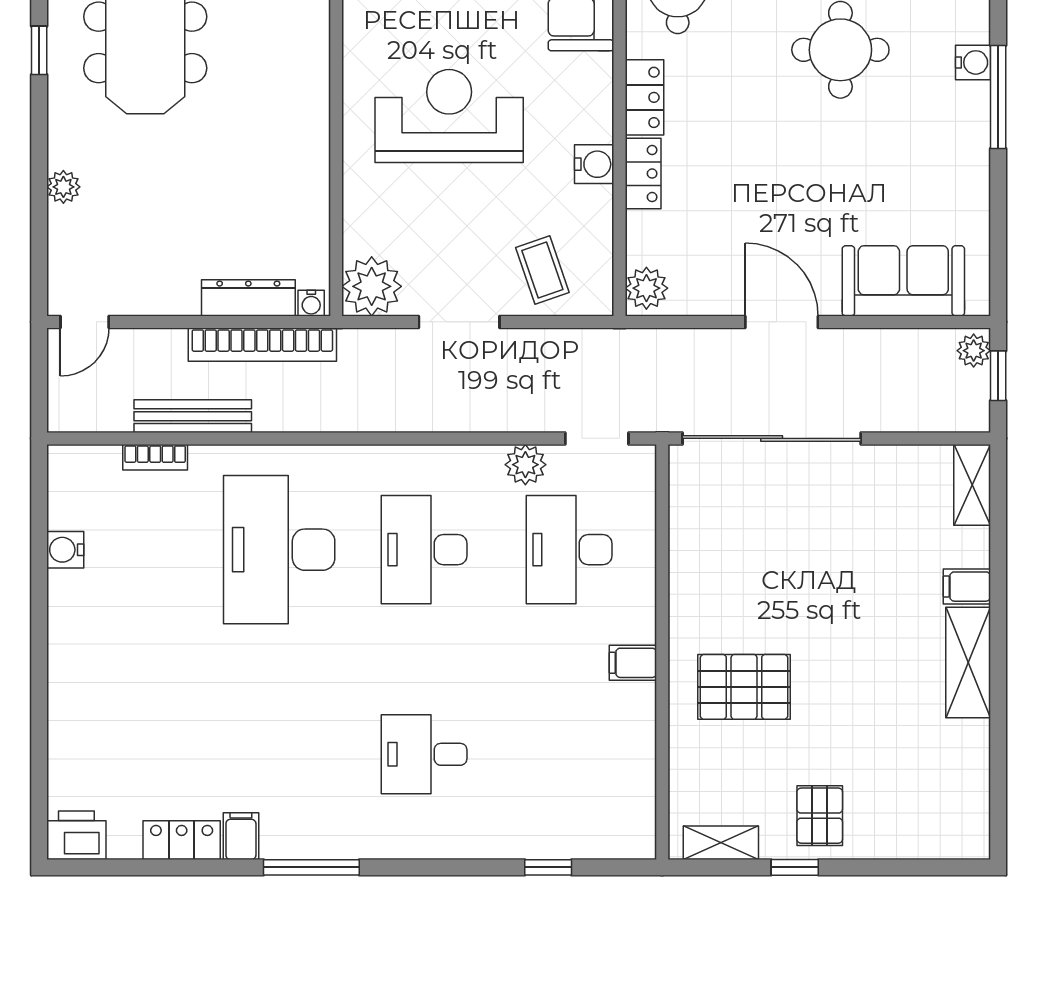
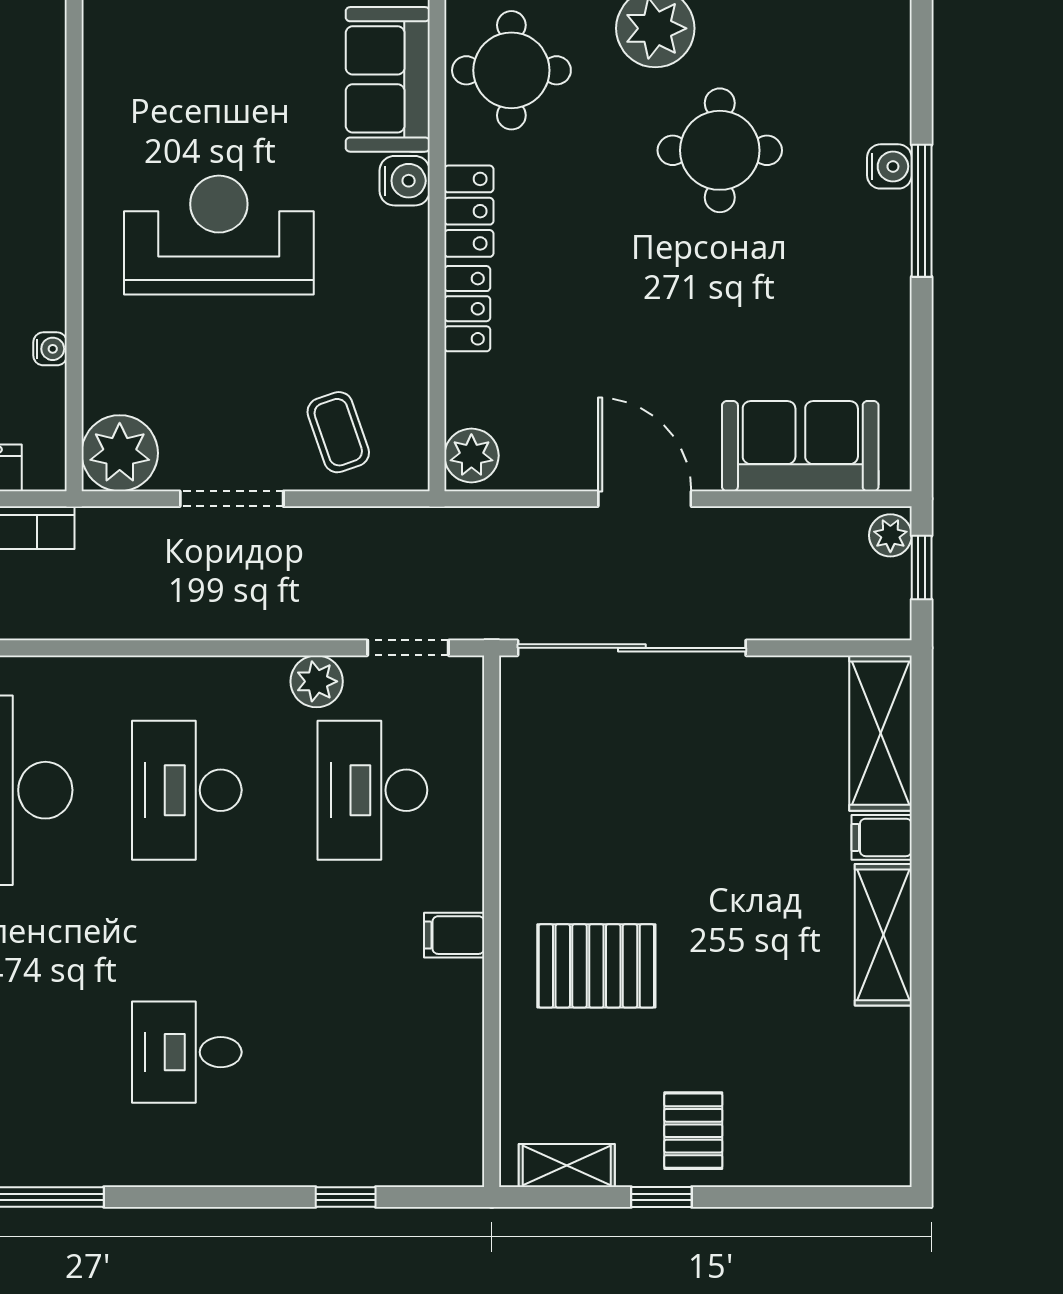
water cooler: (594, 164) -> (405, 181), moved
water cooler: (311, 303) -> (50, 349), moved, turned -90
shelving: (972, 485) -> (881, 733), width x1.50, depth x1.33

